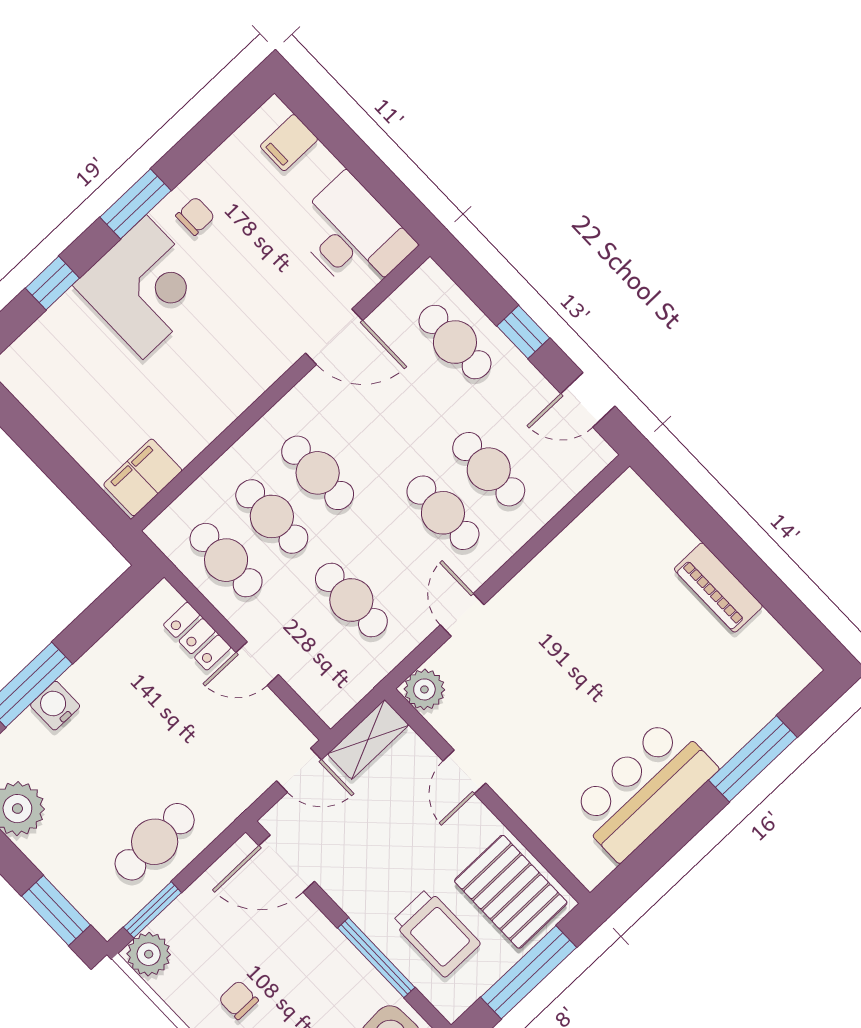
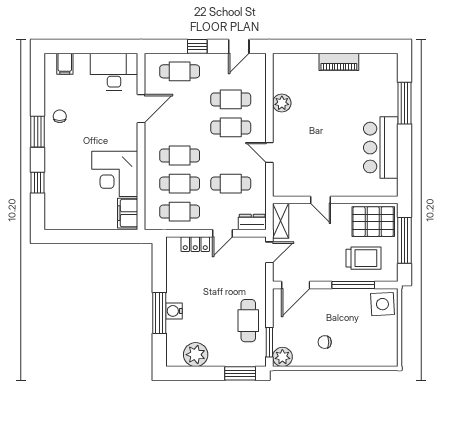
corner desk: (145, 287) -> (115, 174), moved, turned 180
plant: (424, 689) -> (282, 103), moved
dresser: (322, 695) -> (252, 222), added

